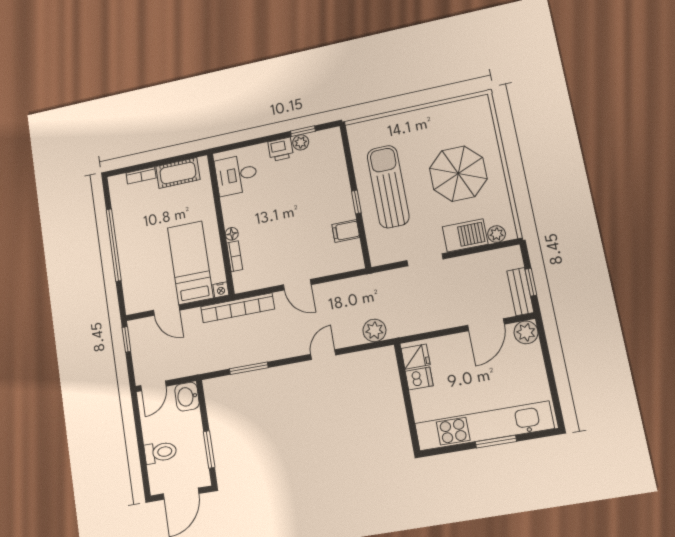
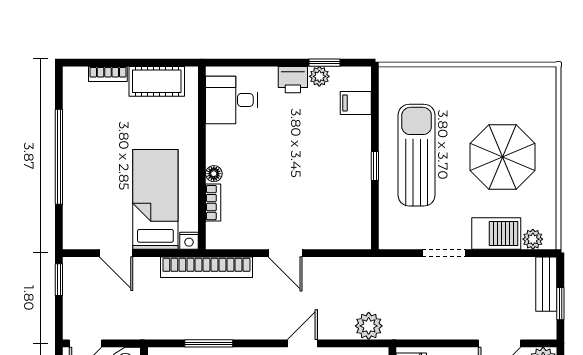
filing cabinet: (346, 231) -> (356, 103), moved
bench: (520, 292) -> (546, 284), moved

